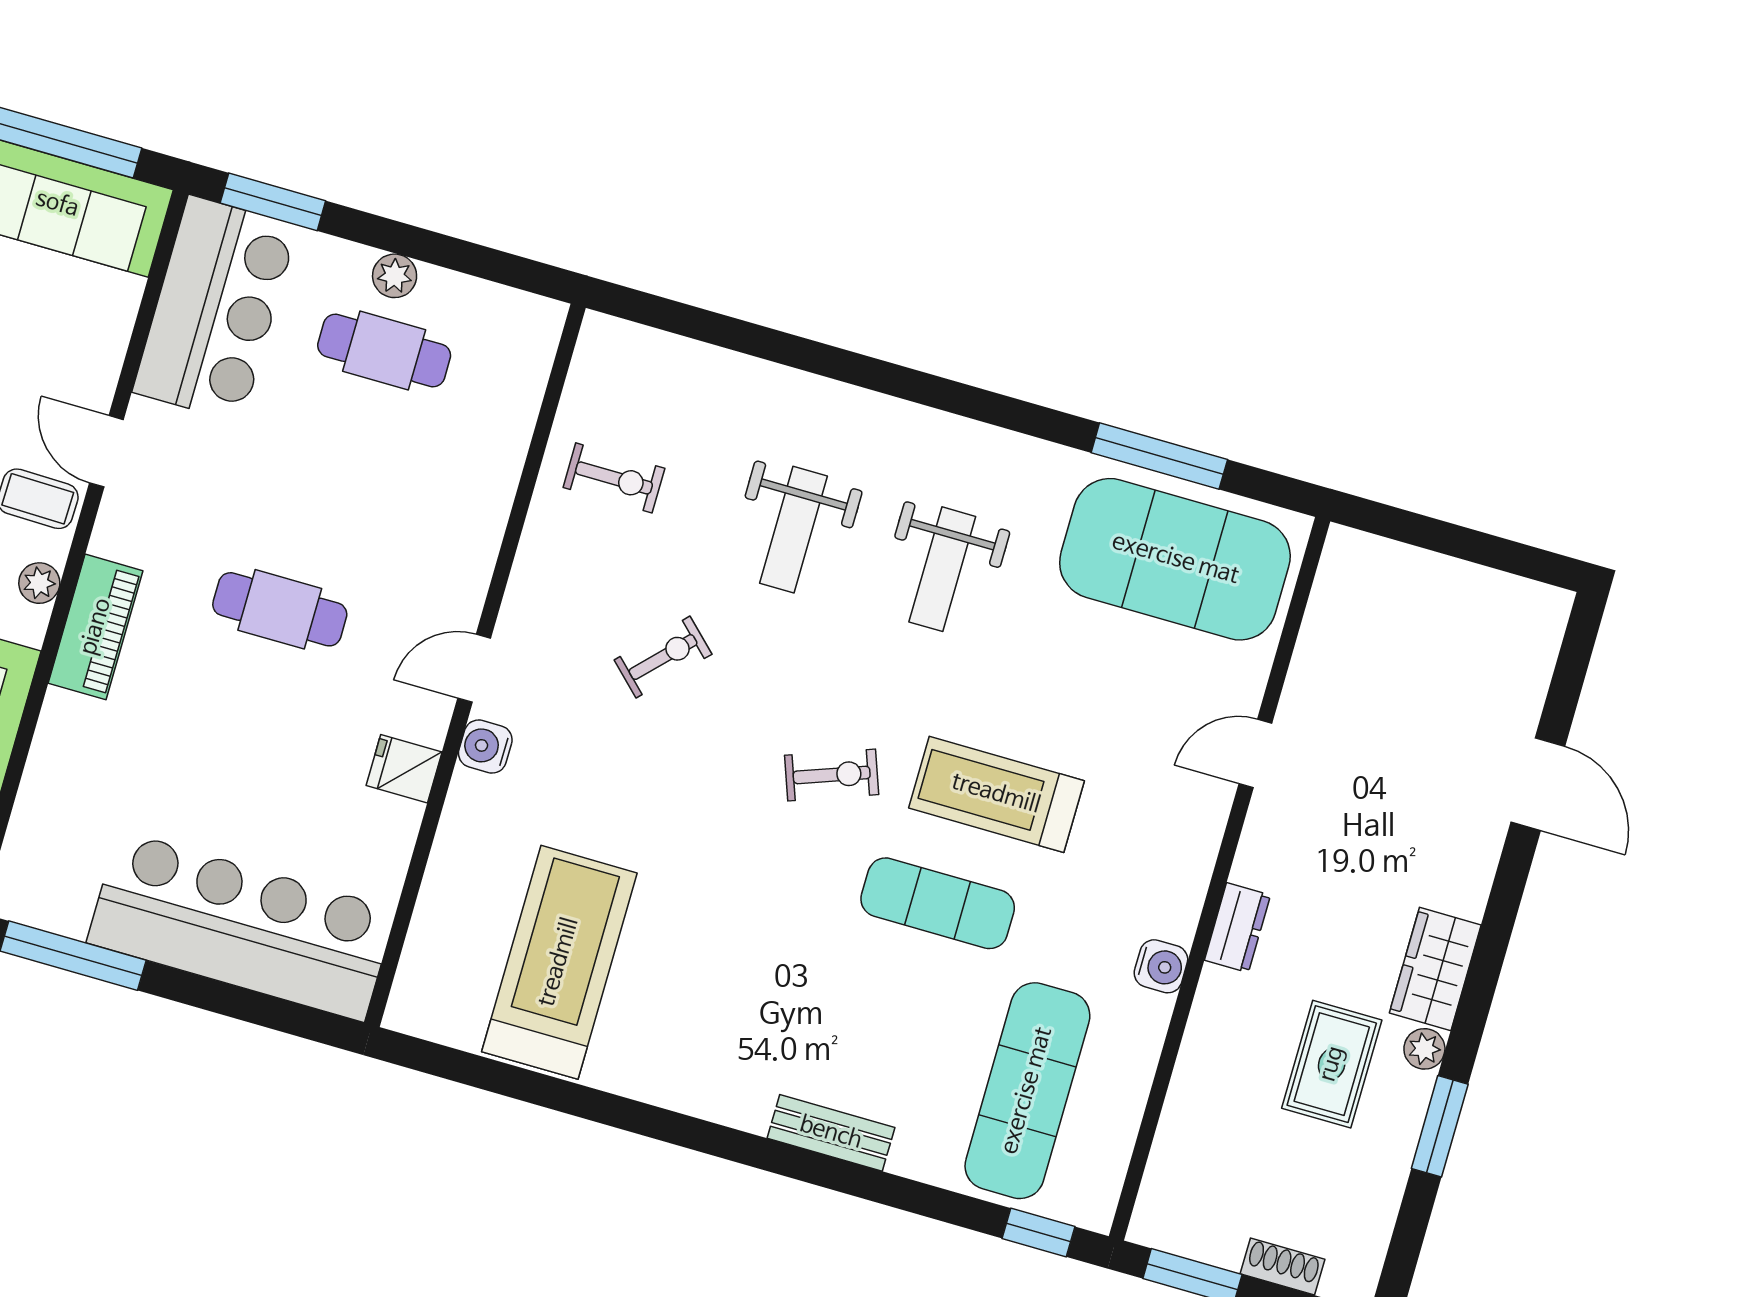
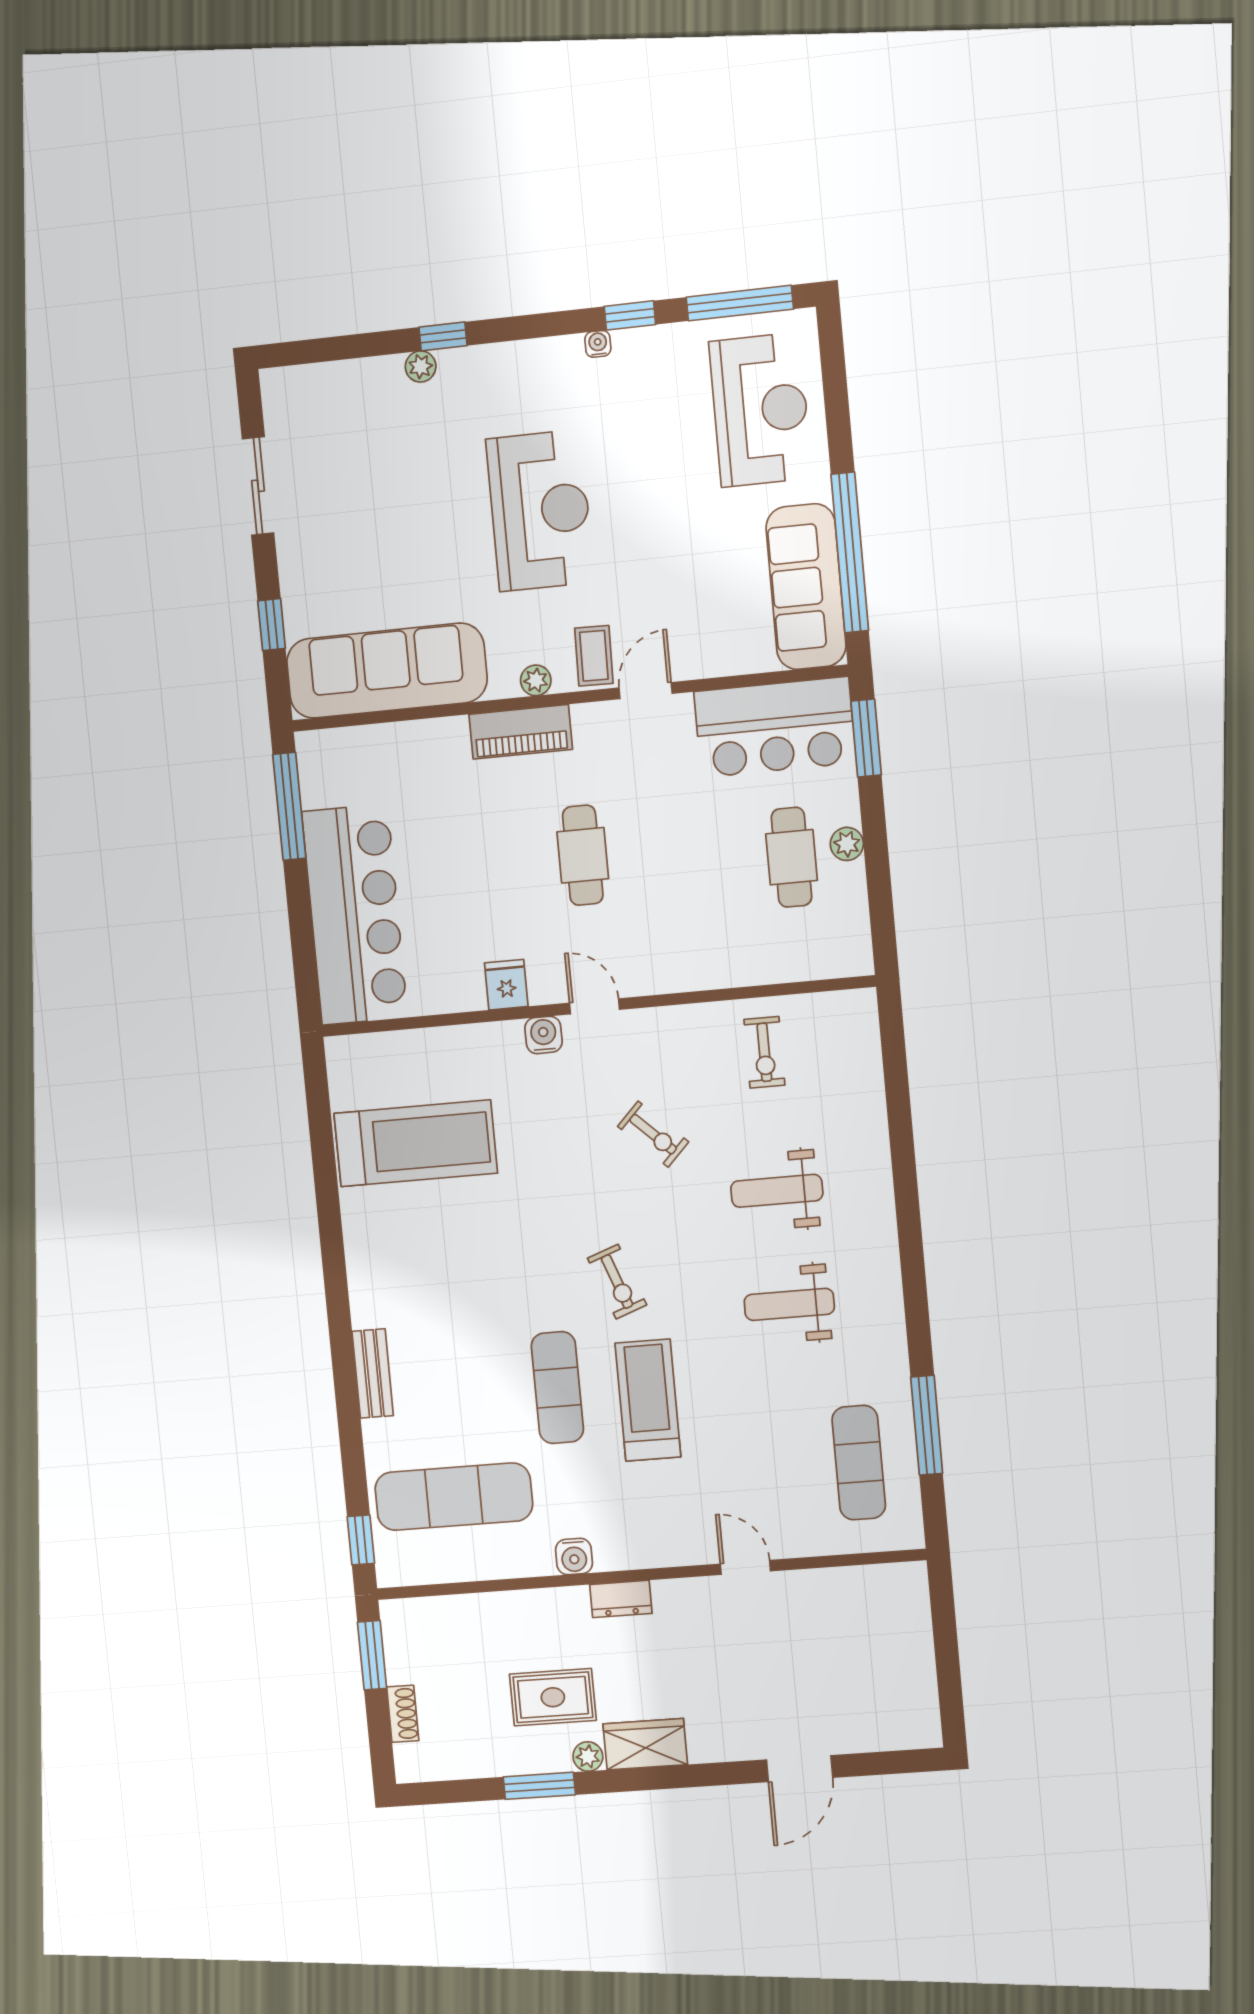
exercise mat: (1175, 559) -> (859, 1463), width x0.50, depth x0.69

